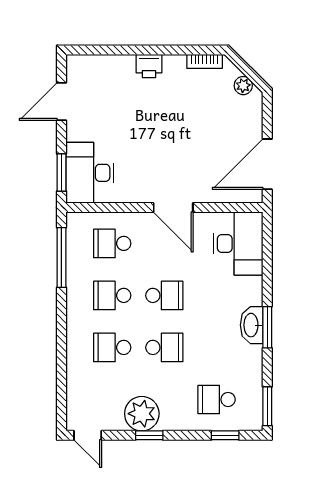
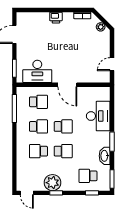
door: (267, 164) -> (112, 64), width x0.53
desk: (90, 173) -> (37, 71), moved, turned -90
school desk: (112, 243) -> (38, 102), turned 180
desk: (238, 243) -> (98, 116), moved
school desk: (112, 295) -> (38, 126), turned 180
washbasin: (252, 325) -> (105, 156), moved

